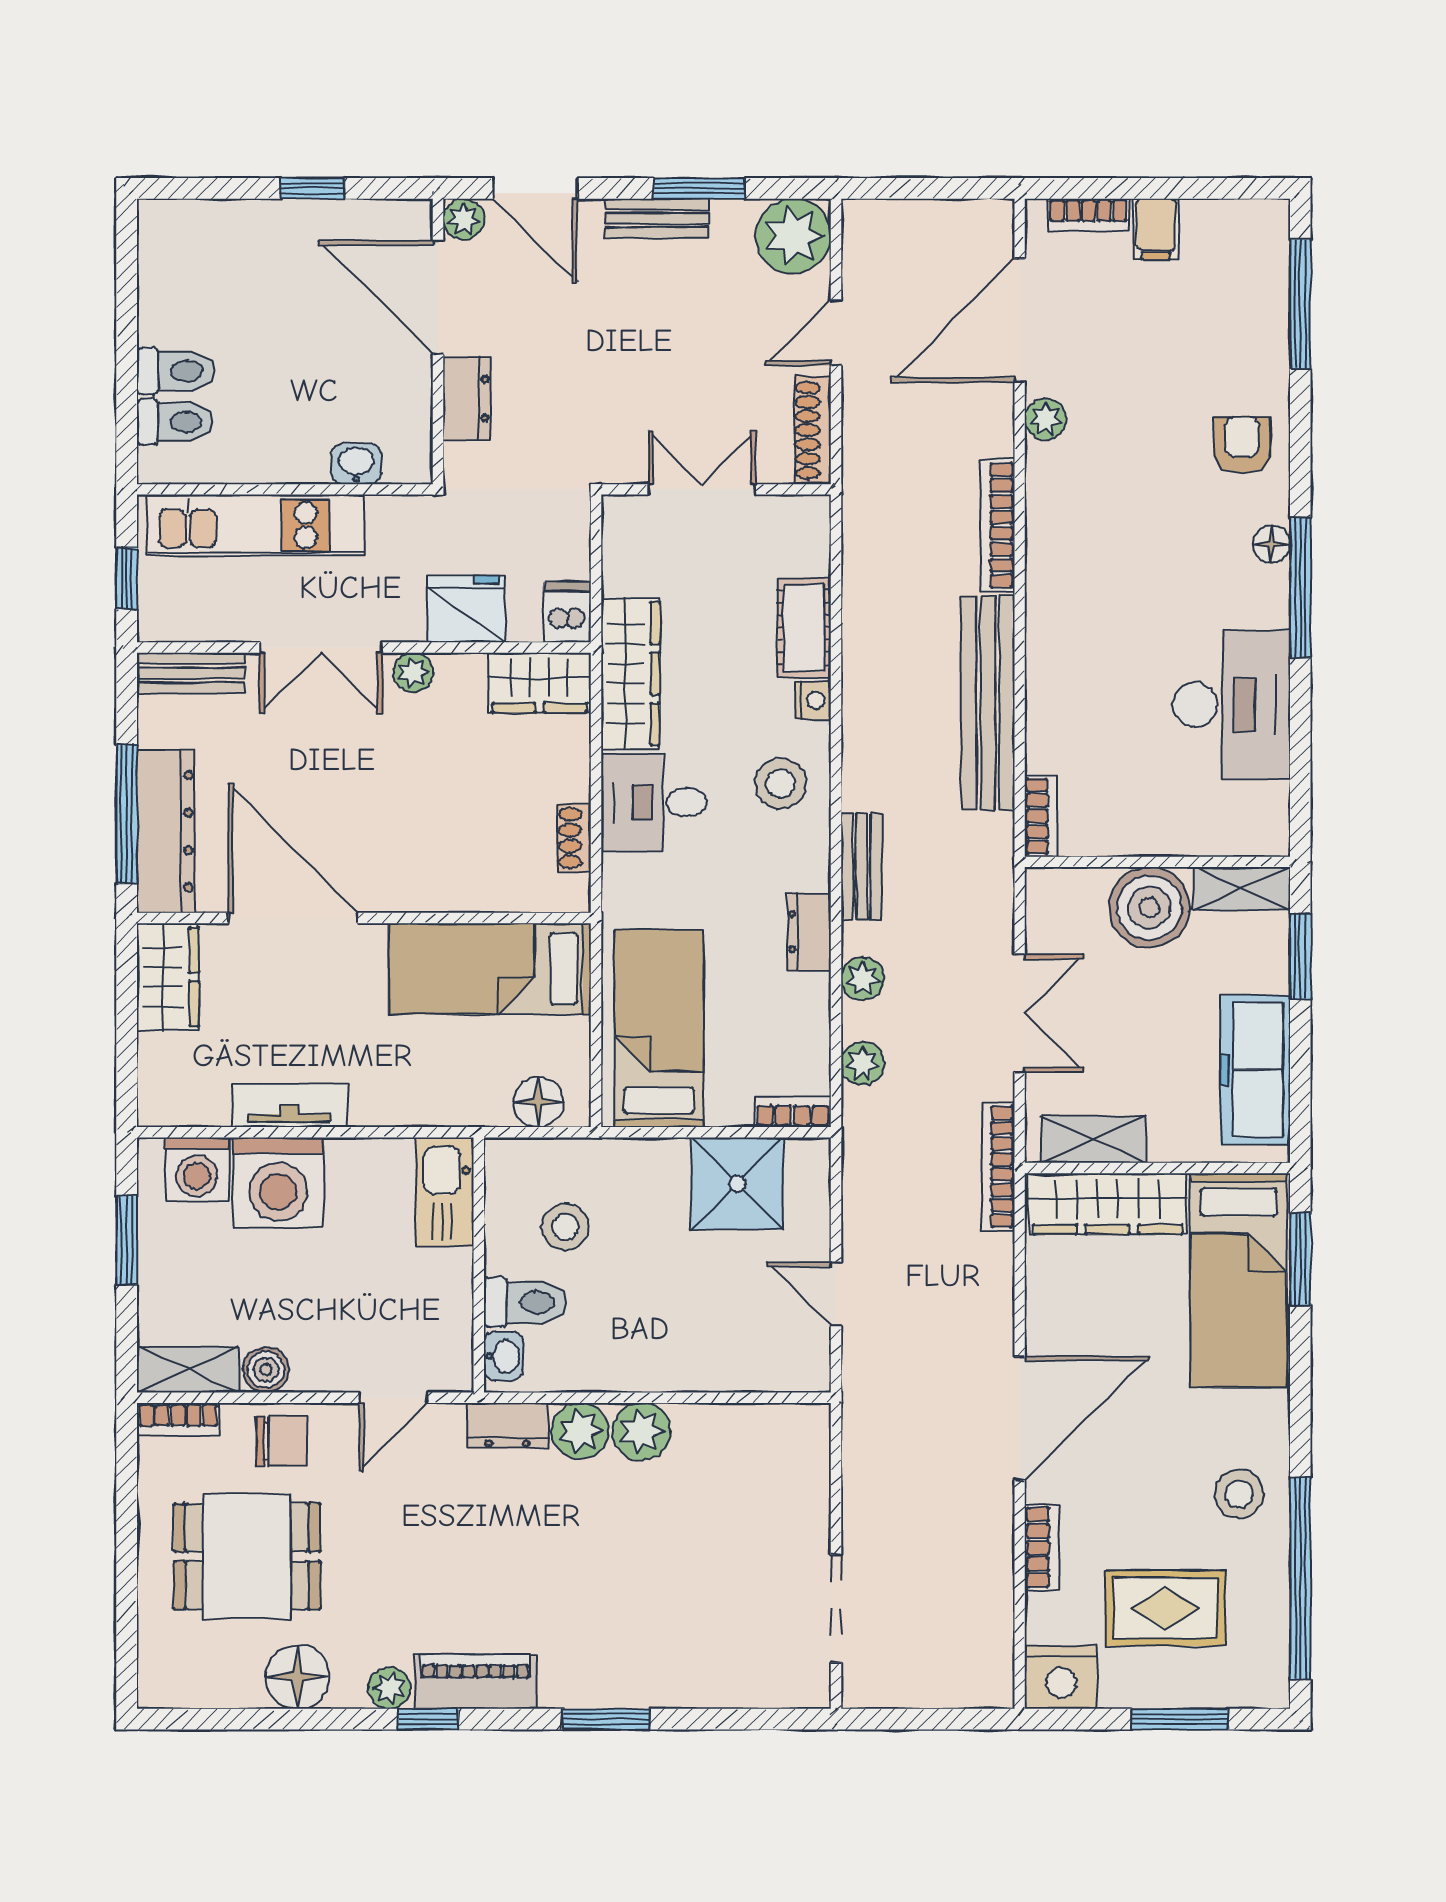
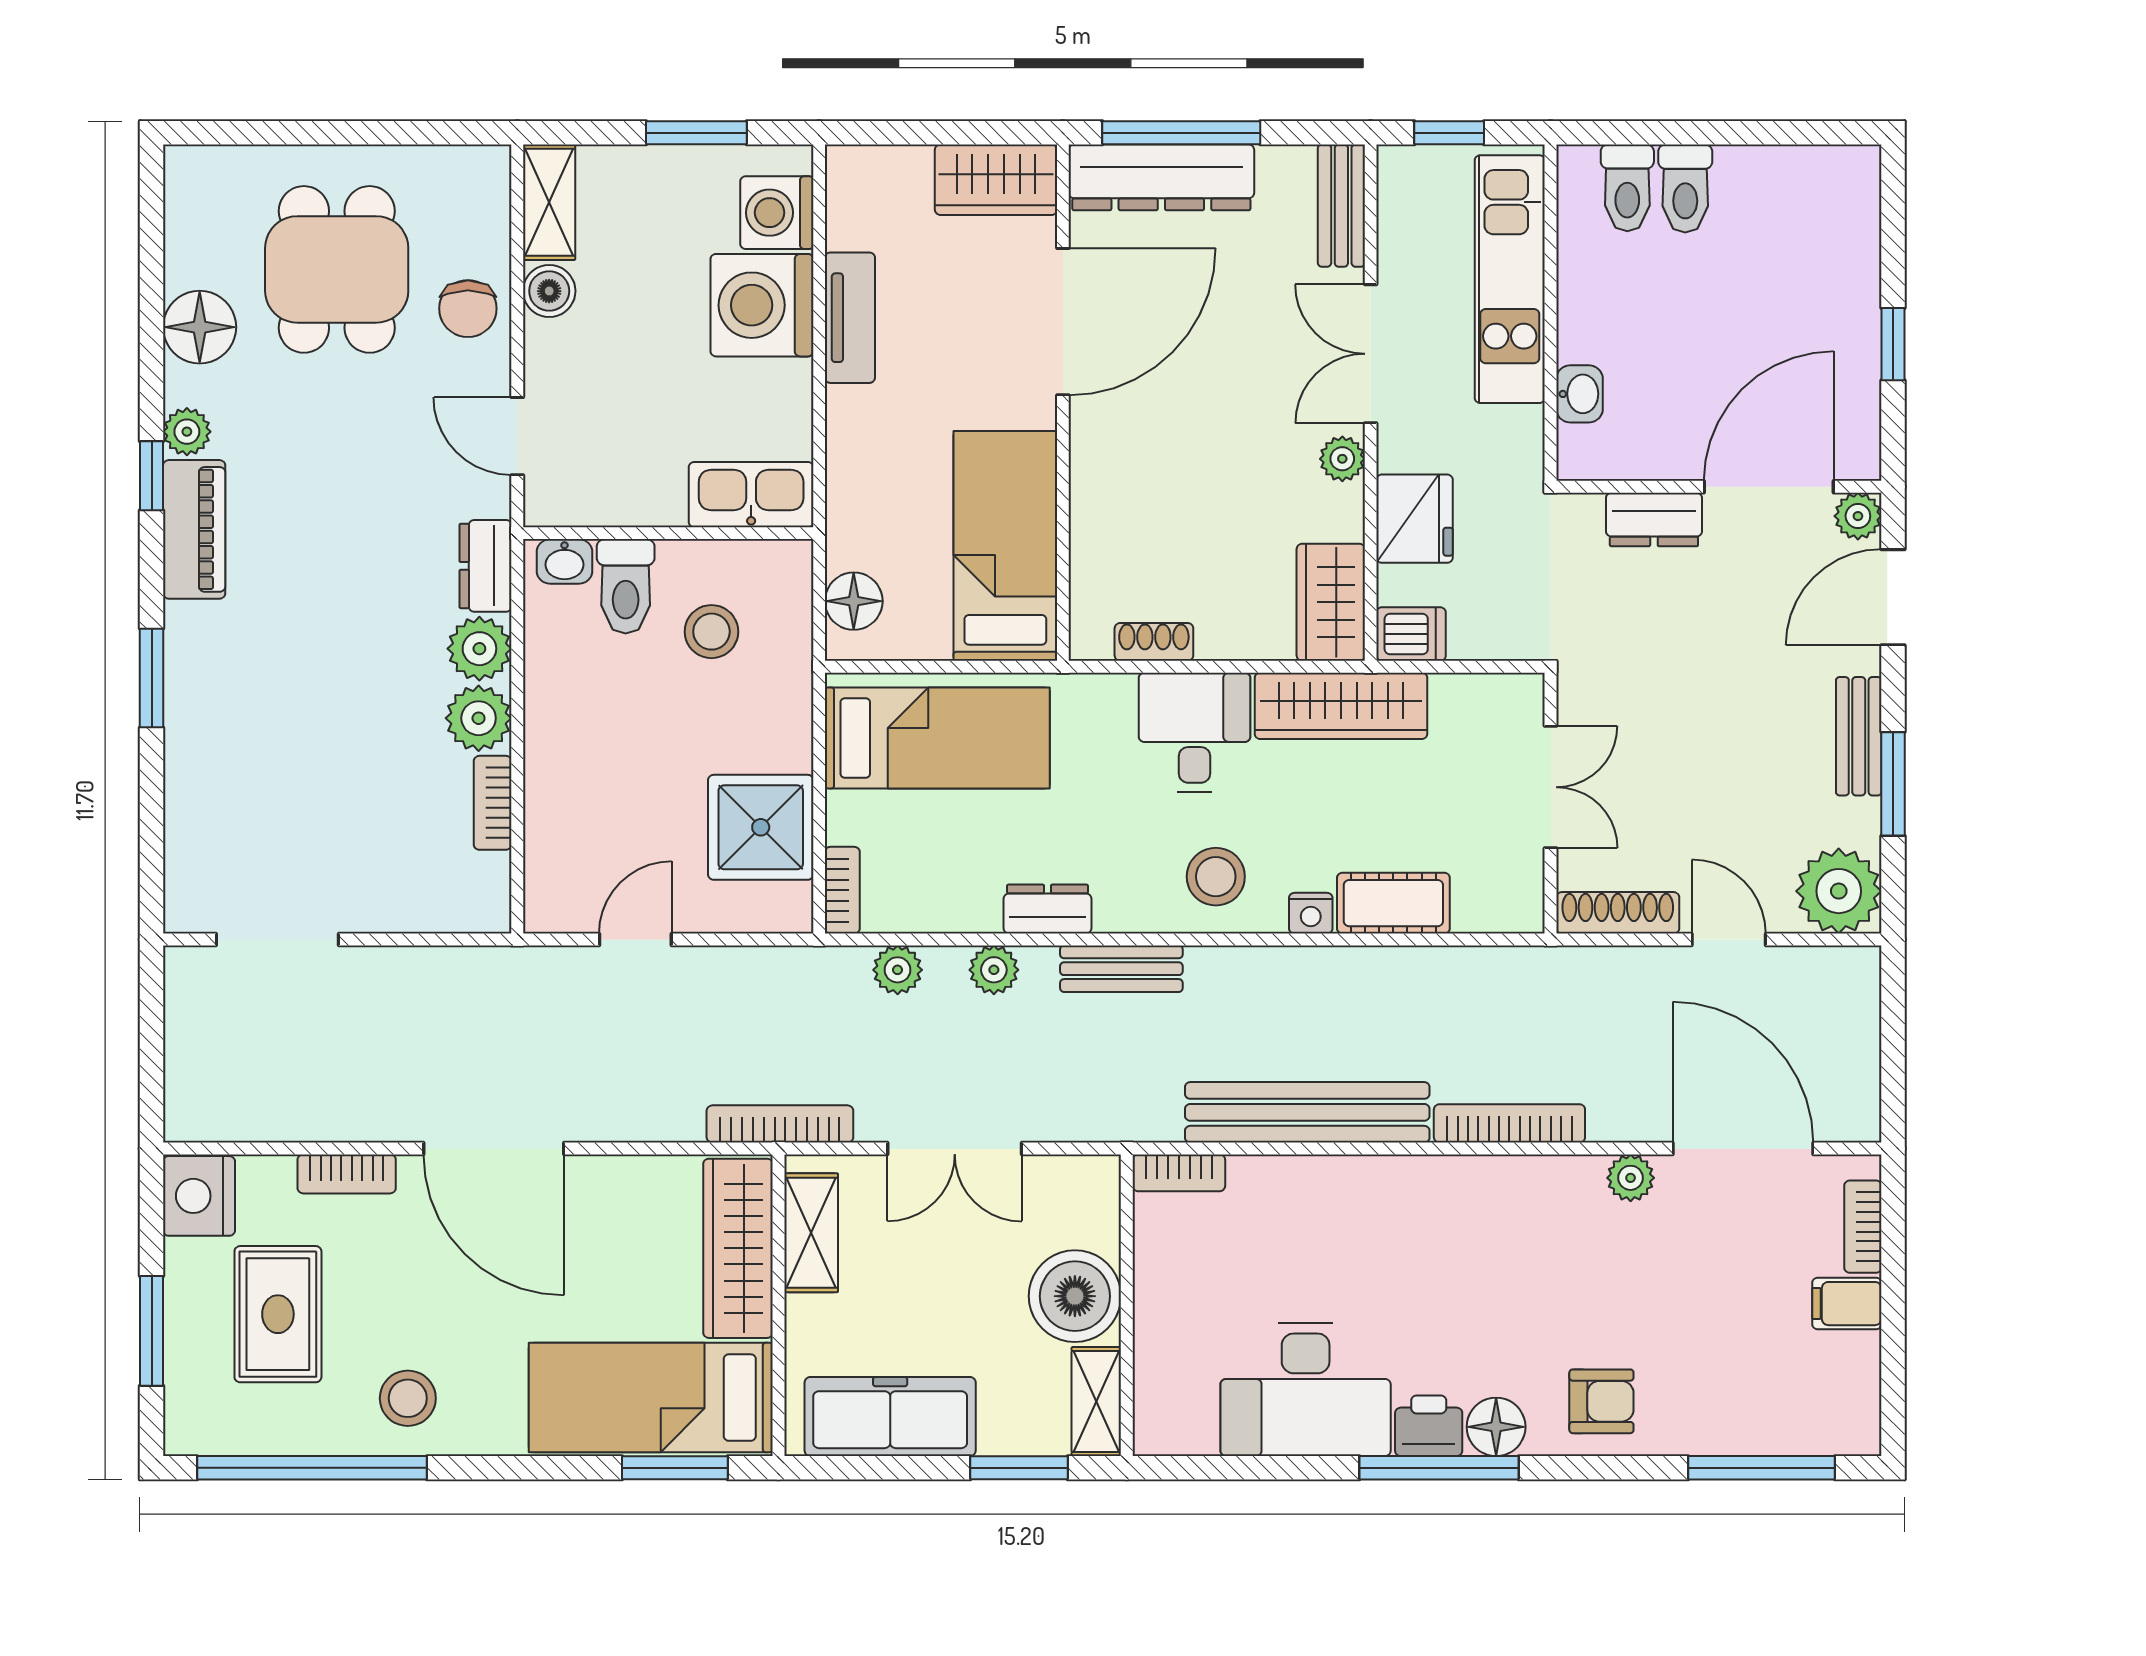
floor lamp: (1271, 544) -> (1496, 1427), width x1.37, depth x1.37
printer: (1263, 597) -> (1429, 1426), added
bookcase: (178, 1419) -> (493, 803), moved

